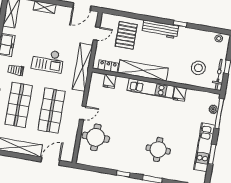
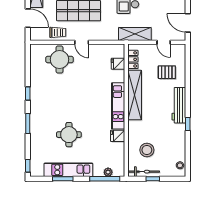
pallet: (126, 35) -> (167, 72), width x0.67, depth x0.71
shelving: (82, 67) -> (135, 34), width x0.68
trolley: (69, 134) -> (58, 32), added
round table: (158, 150) -> (69, 135), moved

